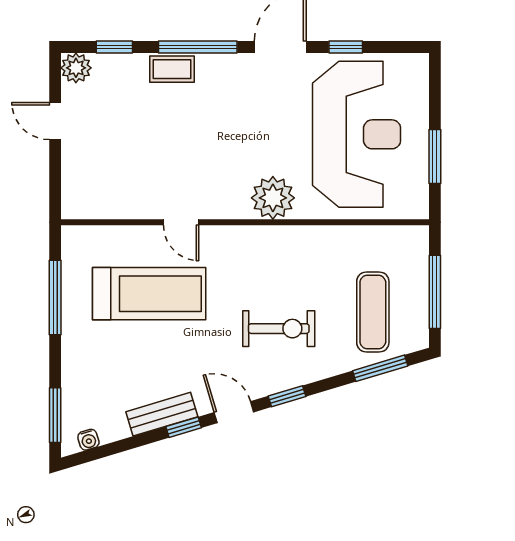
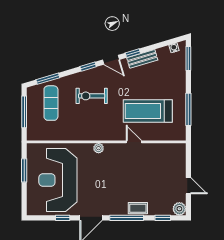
plant: (273, 198) -> (99, 148), width x0.53, depth x0.53

